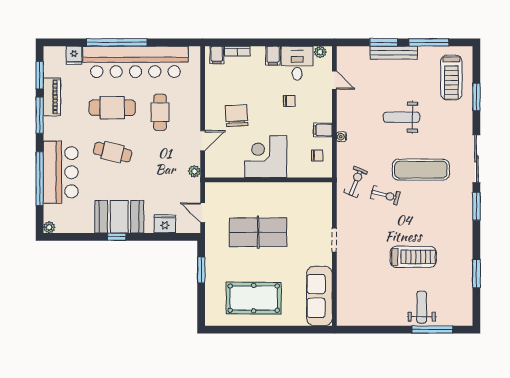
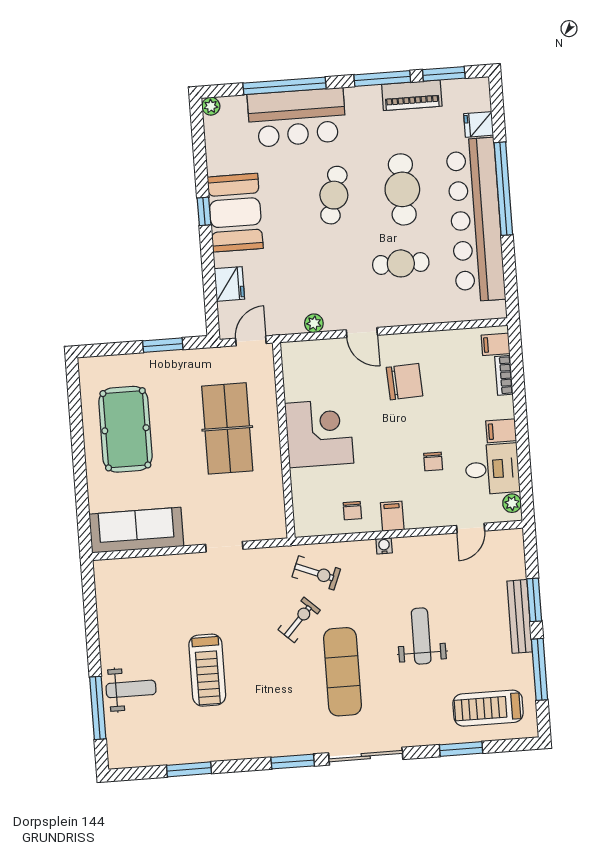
corner desk: (266, 157) -> (319, 433), moved
wall: (269, 180) -> (284, 440), moved
exercise bike: (385, 195) -> (299, 620), turned -151

